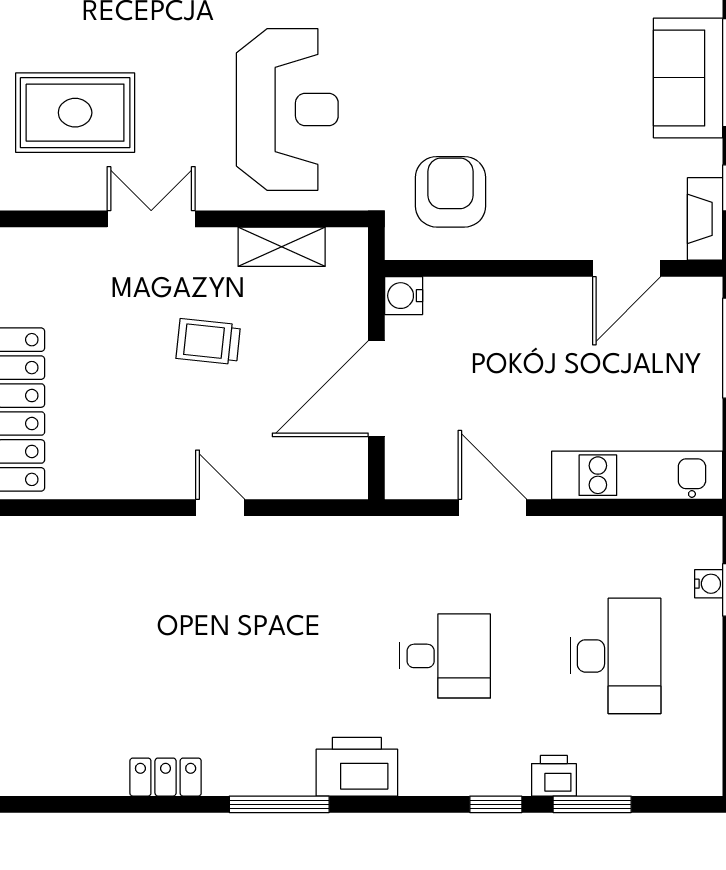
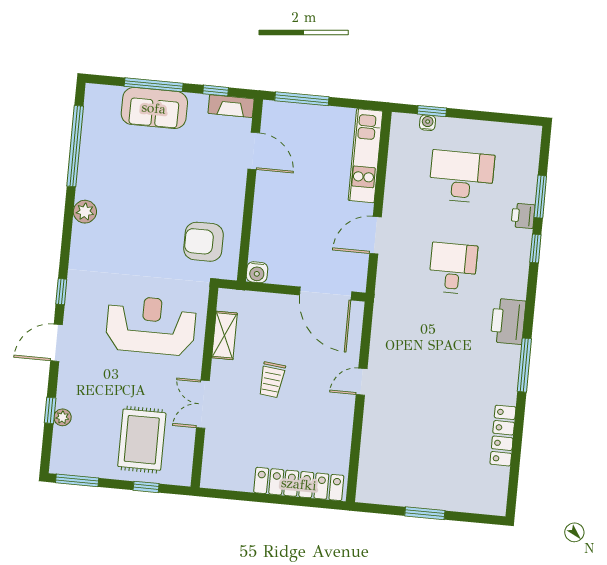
door: (376, 389) -> (326, 293), moved
locker: (166, 777) -> (503, 436), width x1.53

